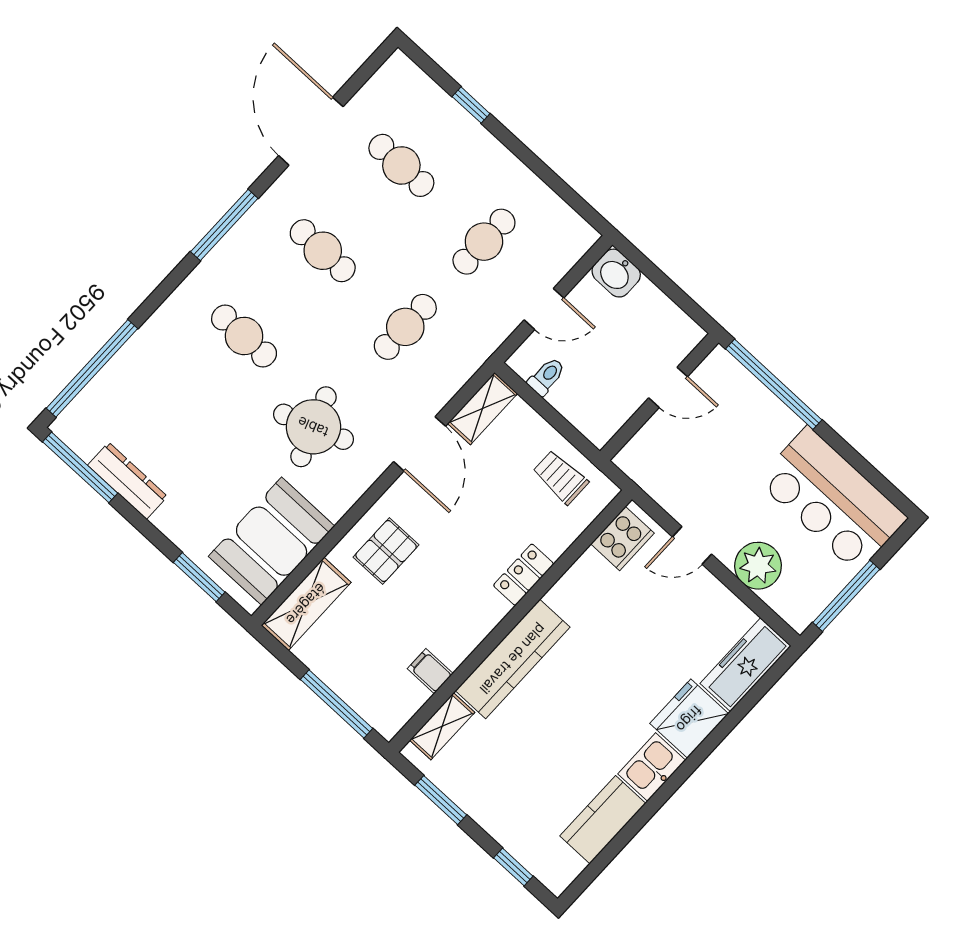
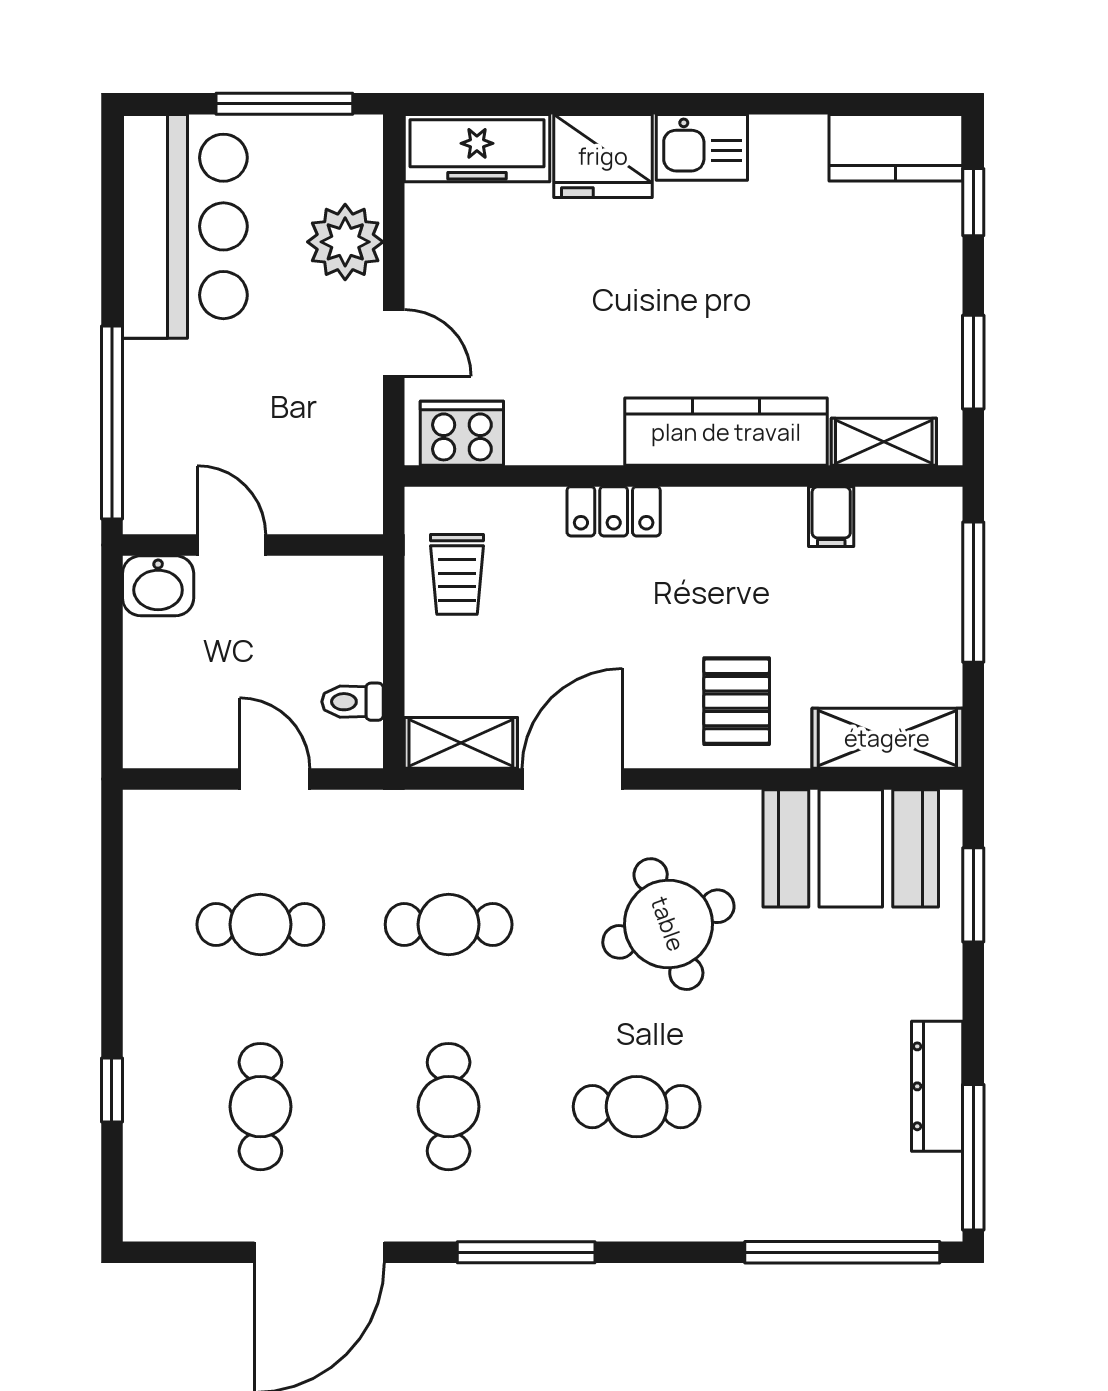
washbasin: (616, 273) -> (158, 586), moved, turned 90
cafe table: (244, 336) -> (637, 1107), turned 90
pallet: (386, 551) -> (737, 701), turned 90
kitchen counter: (603, 820) -> (896, 148), moved

